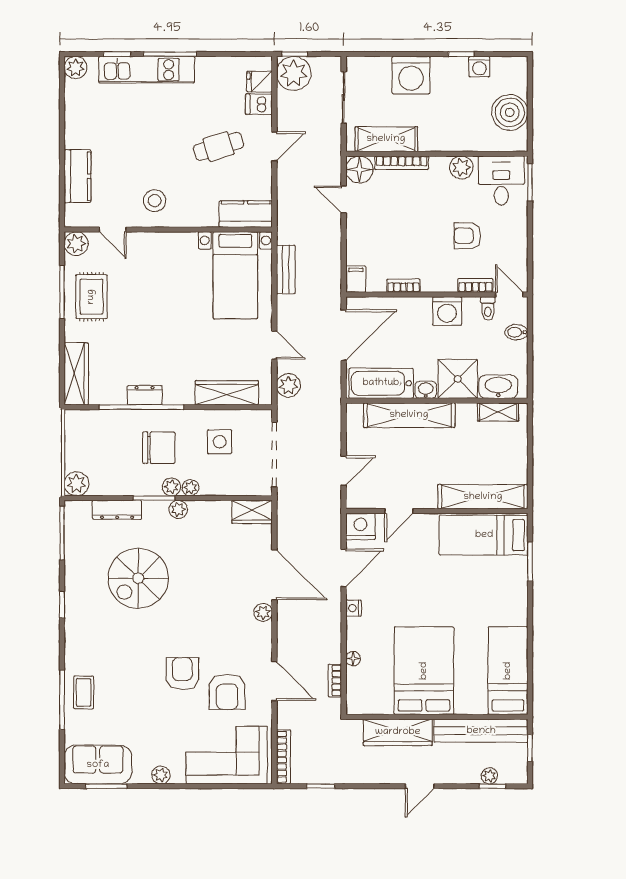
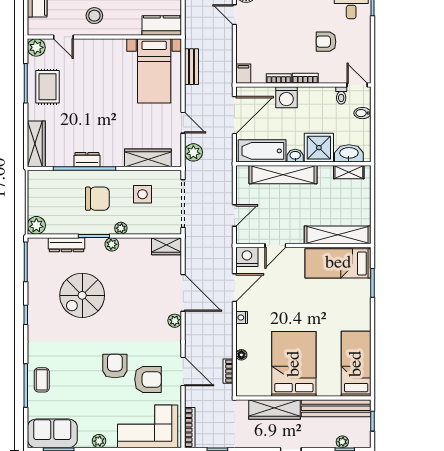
bookcase: (475, 285) -> (305, 78), moved
washing machine: (447, 311) -> (286, 97), moved
plant: (171, 487) -> (107, 228), removed
armchair: (227, 692) -> (148, 379), turned -90

